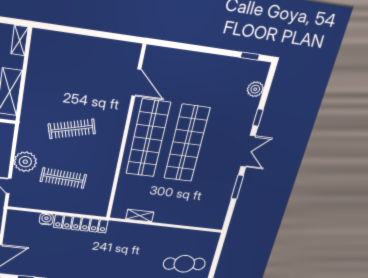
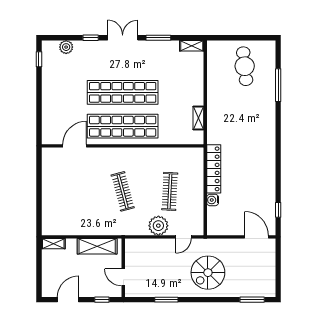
shelving: (219, 218) -> (192, 46), added

